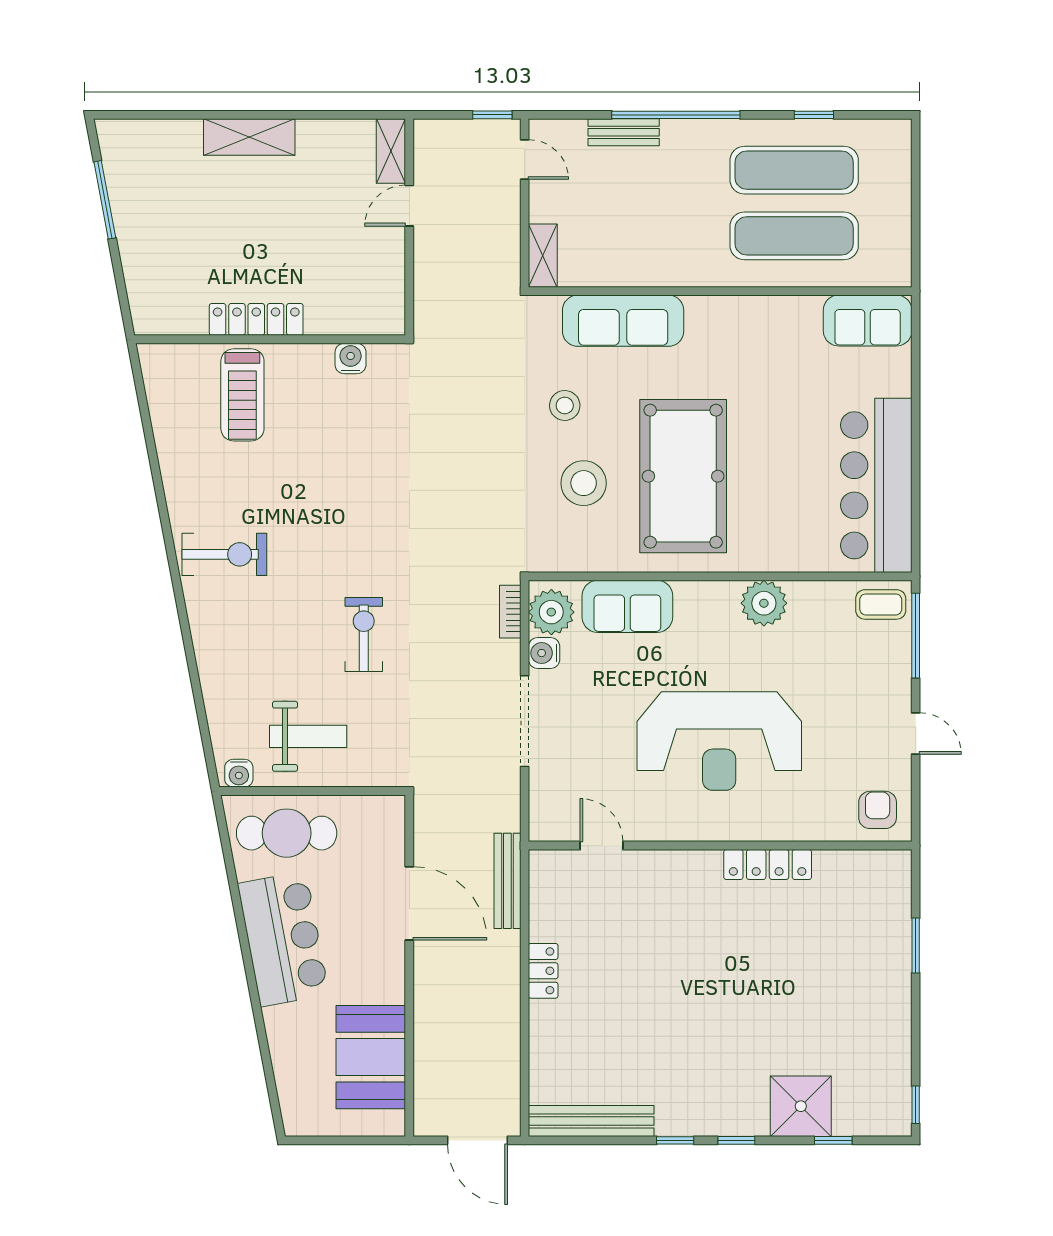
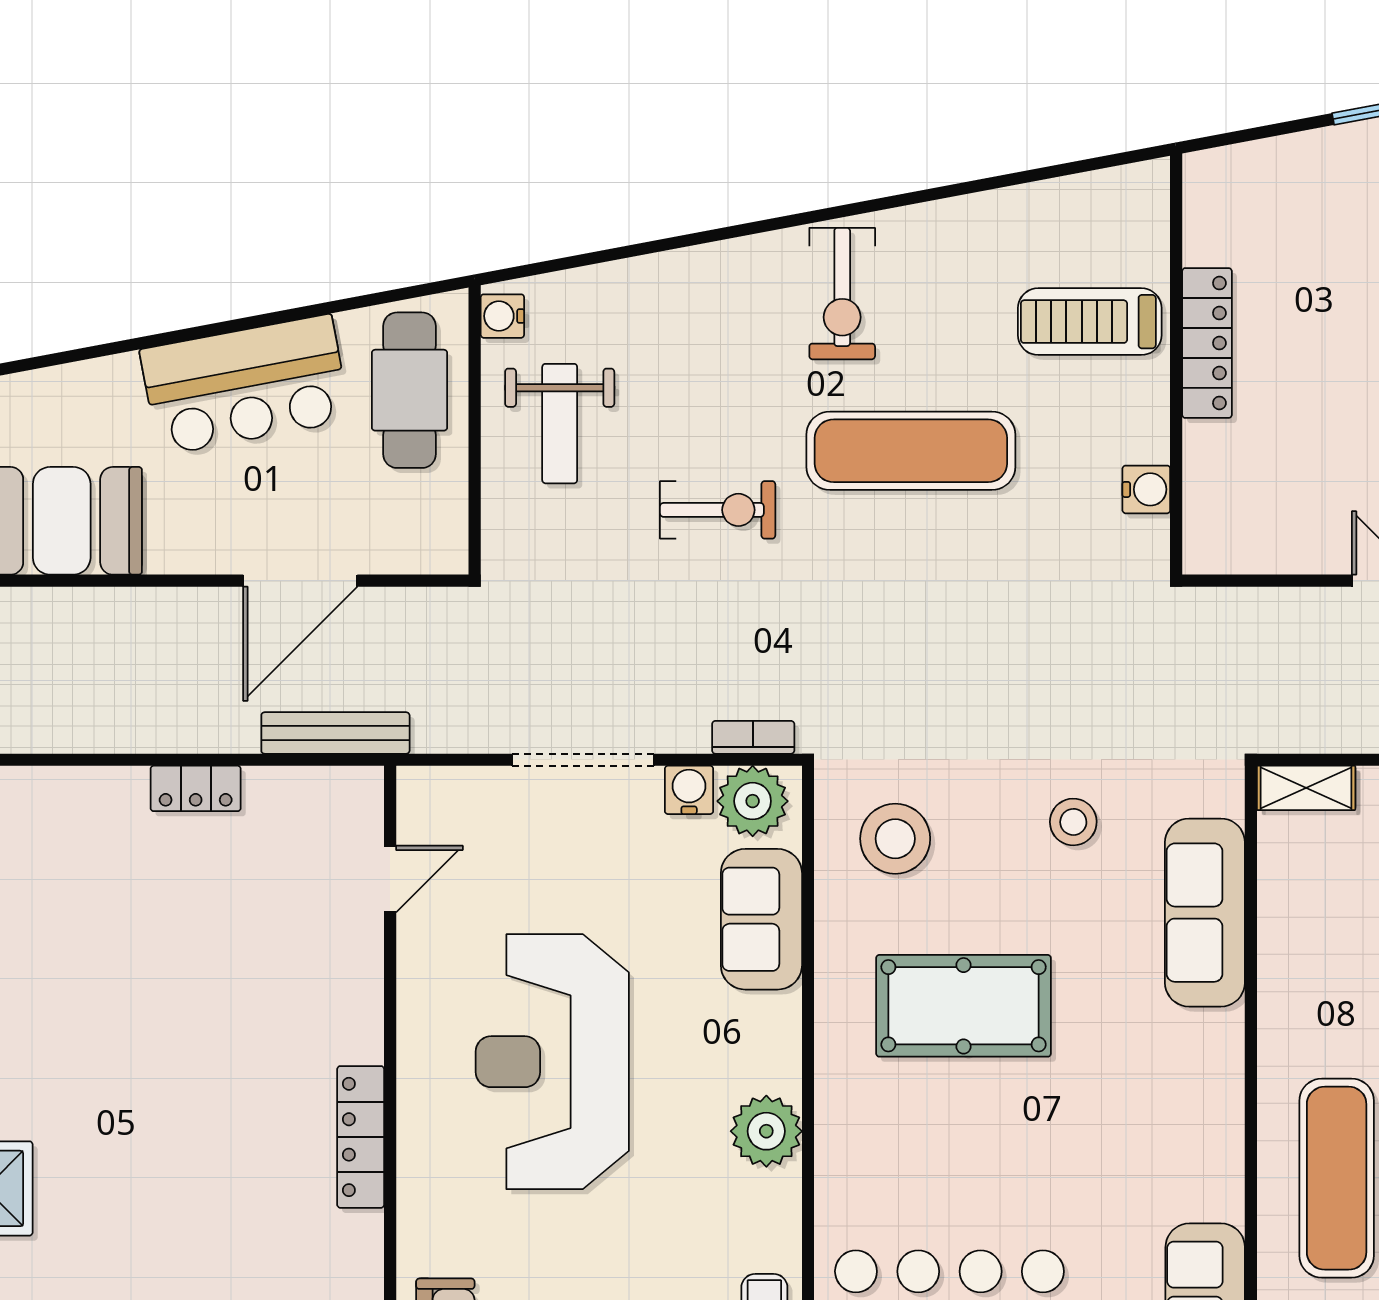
pool table: (683, 476) -> (964, 1006), width x0.73, depth x0.76
stool: (584, 483) -> (895, 839), moved
exercise mat: (326, 510) -> (911, 451), added

